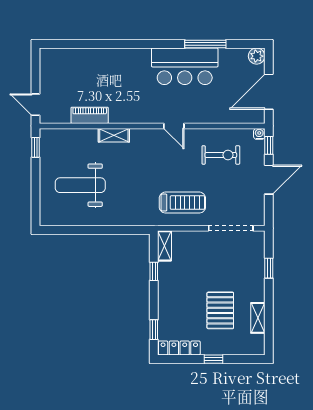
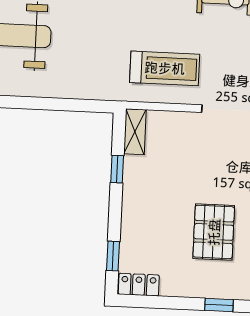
locker: (179, 348) -> (139, 285), width x0.66
window: (214, 359) -> (219, 305), moved

